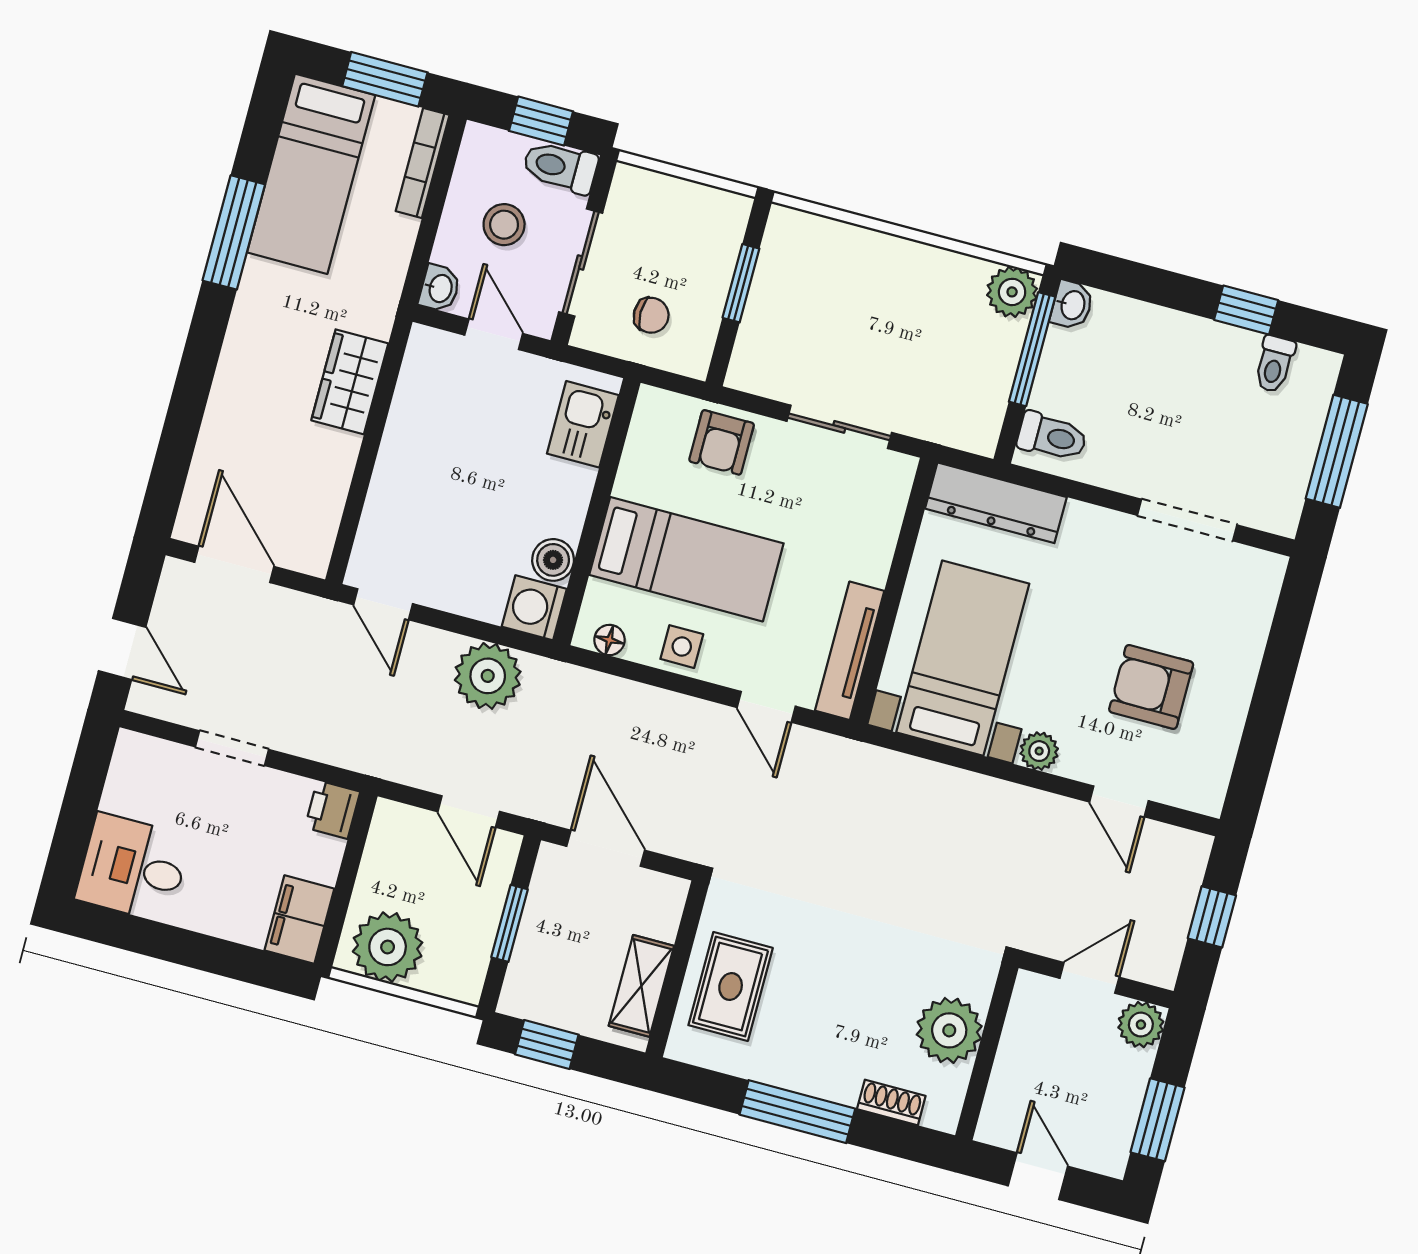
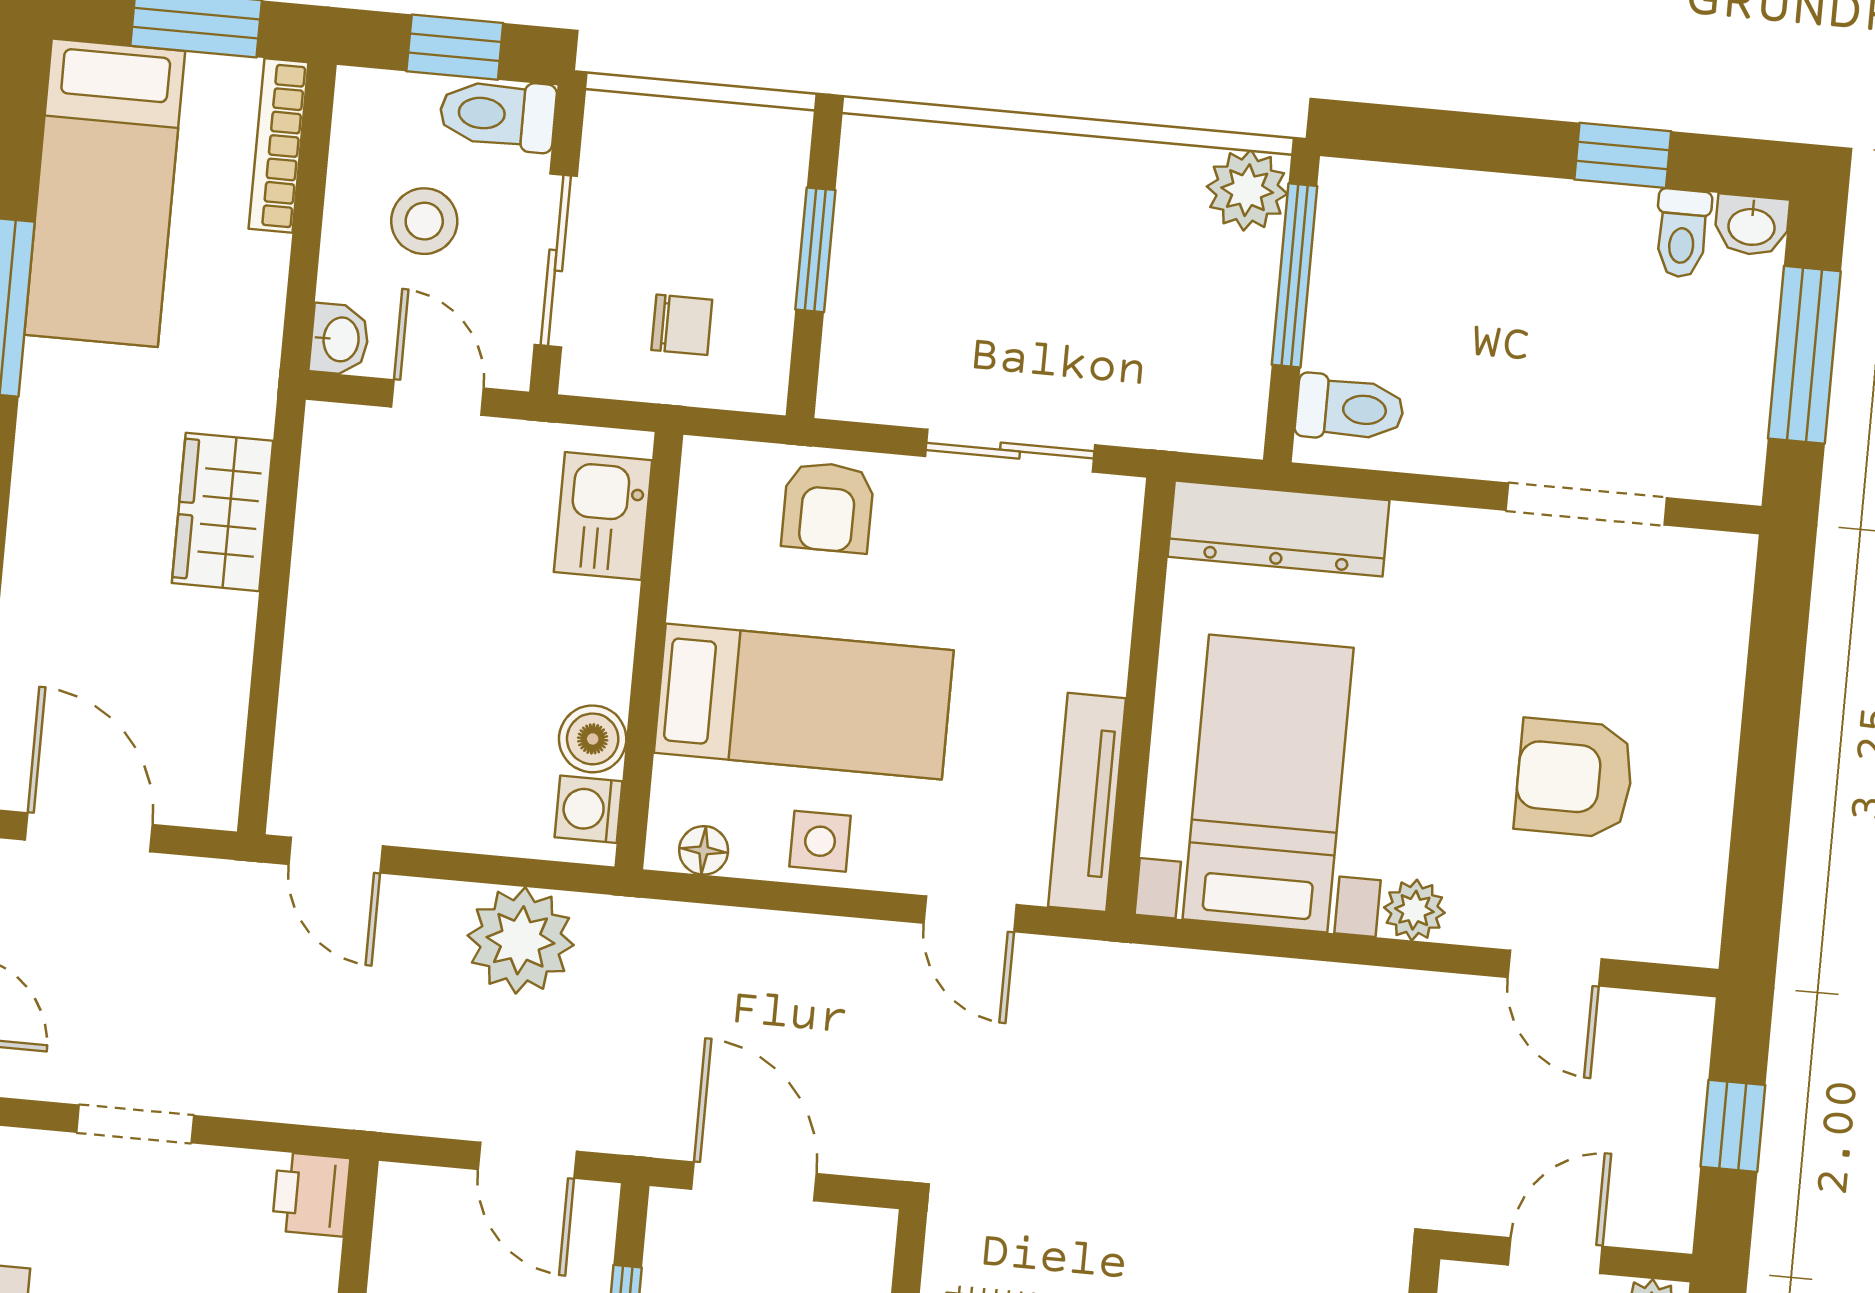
washbasin: (1072, 305) -> (1752, 225), moved, turned 90
washing machine: (534, 608) -> (589, 809), width x0.73, depth x0.73

